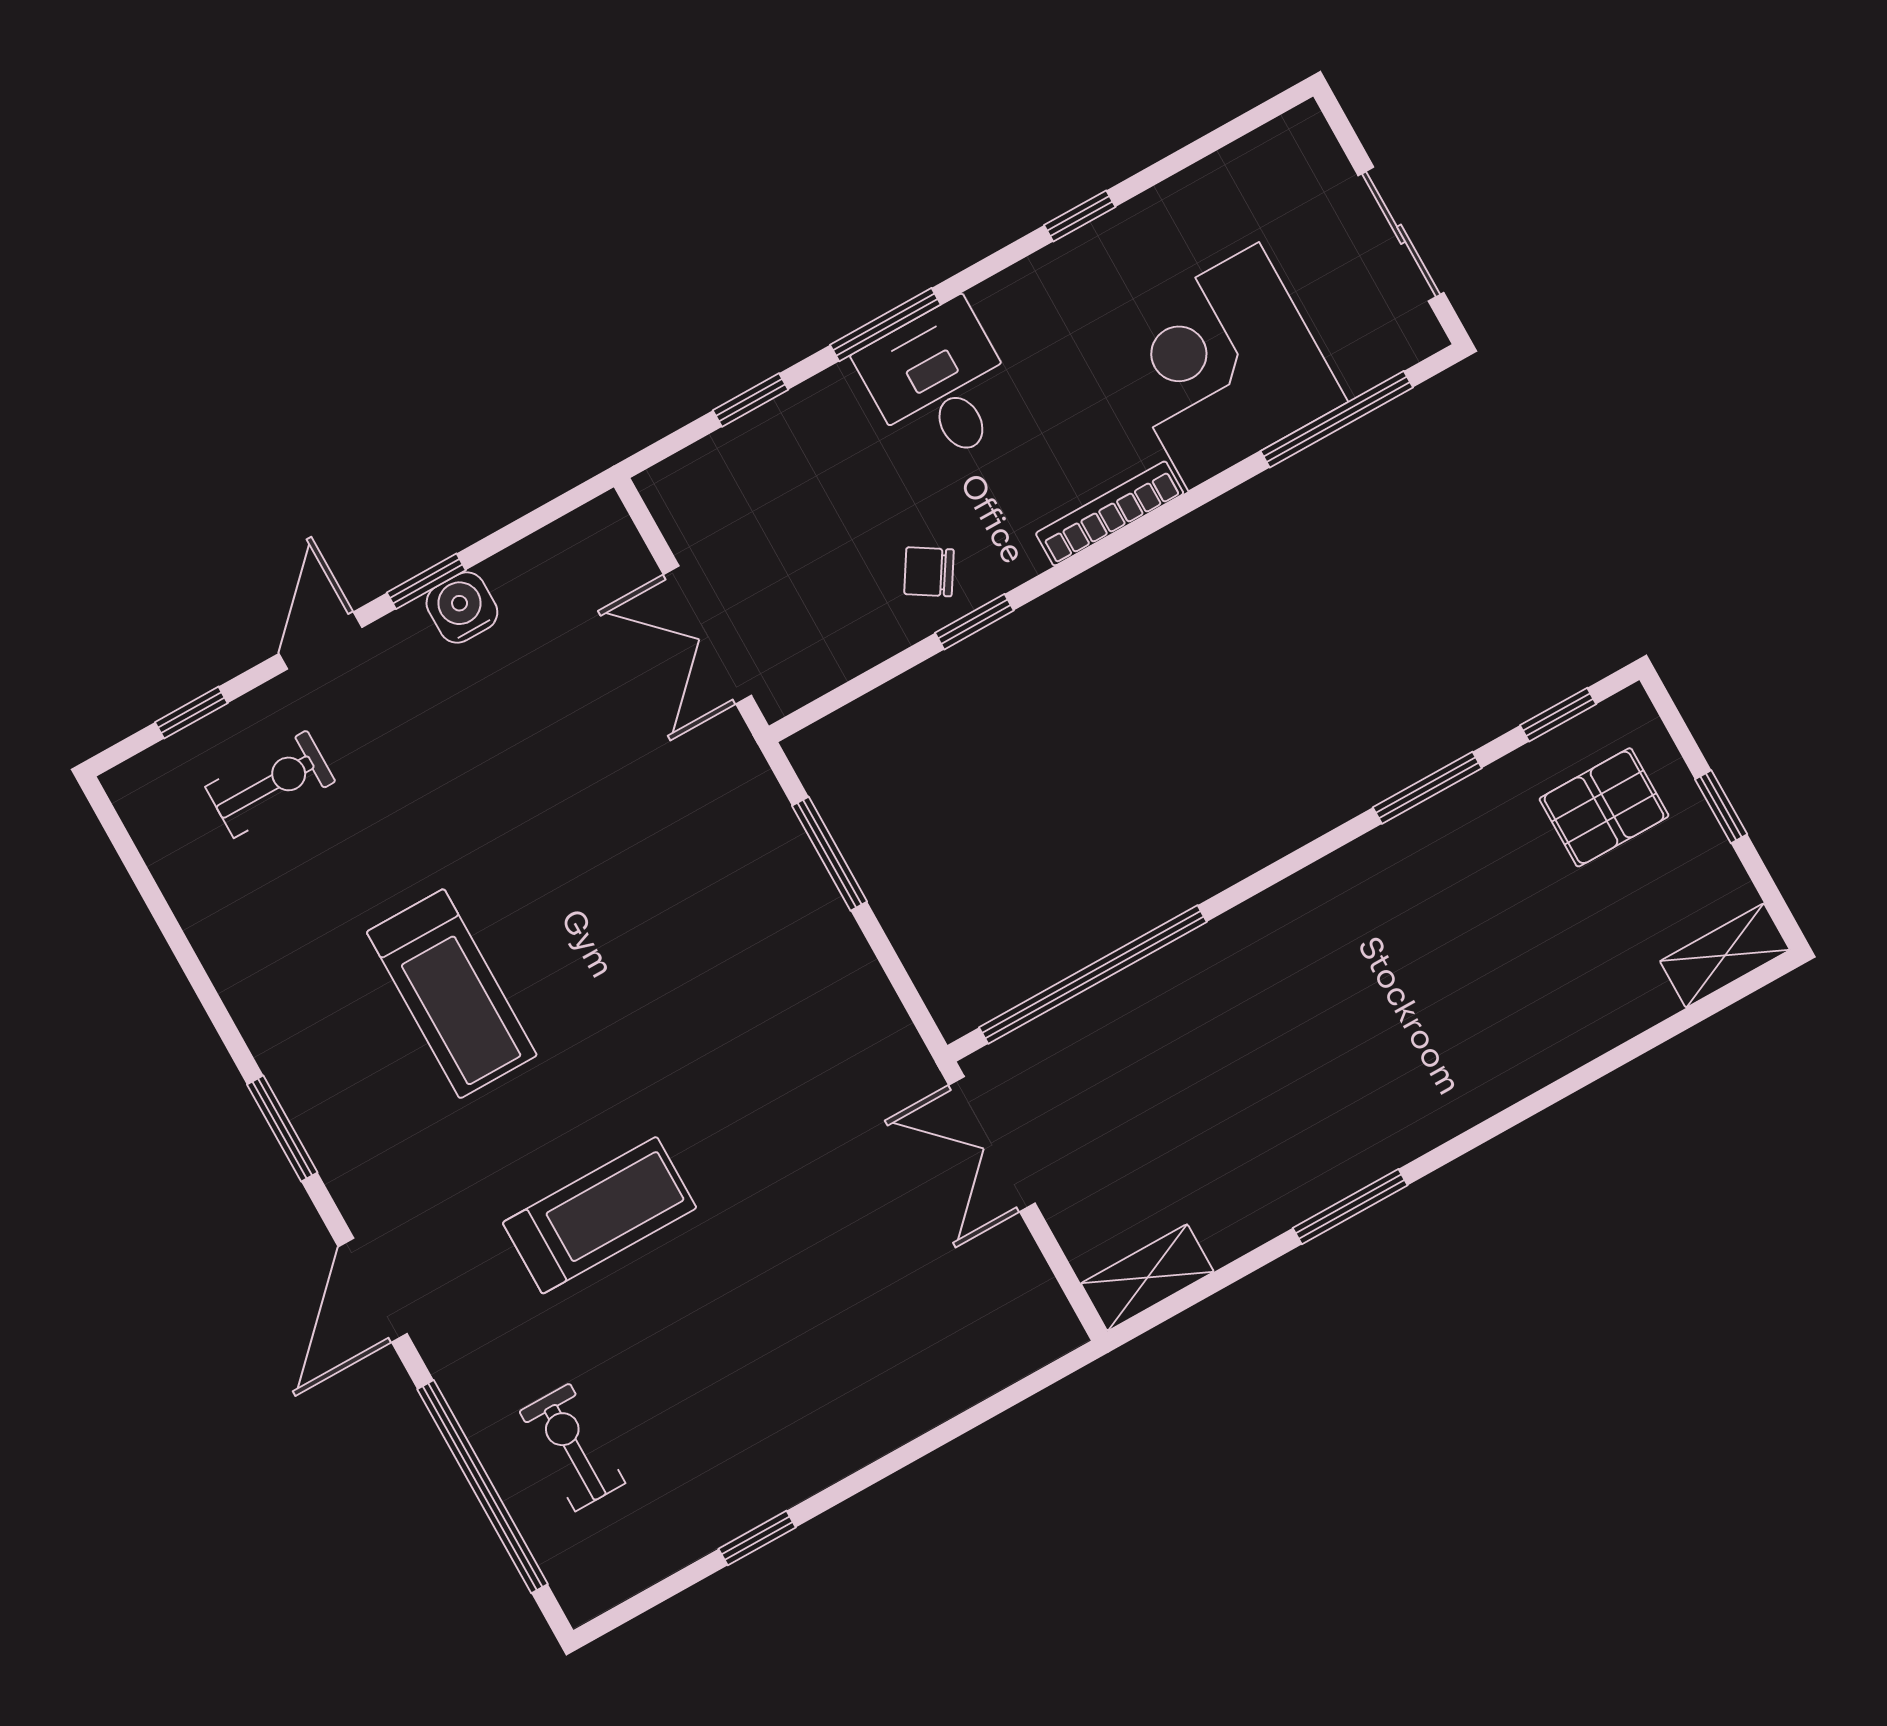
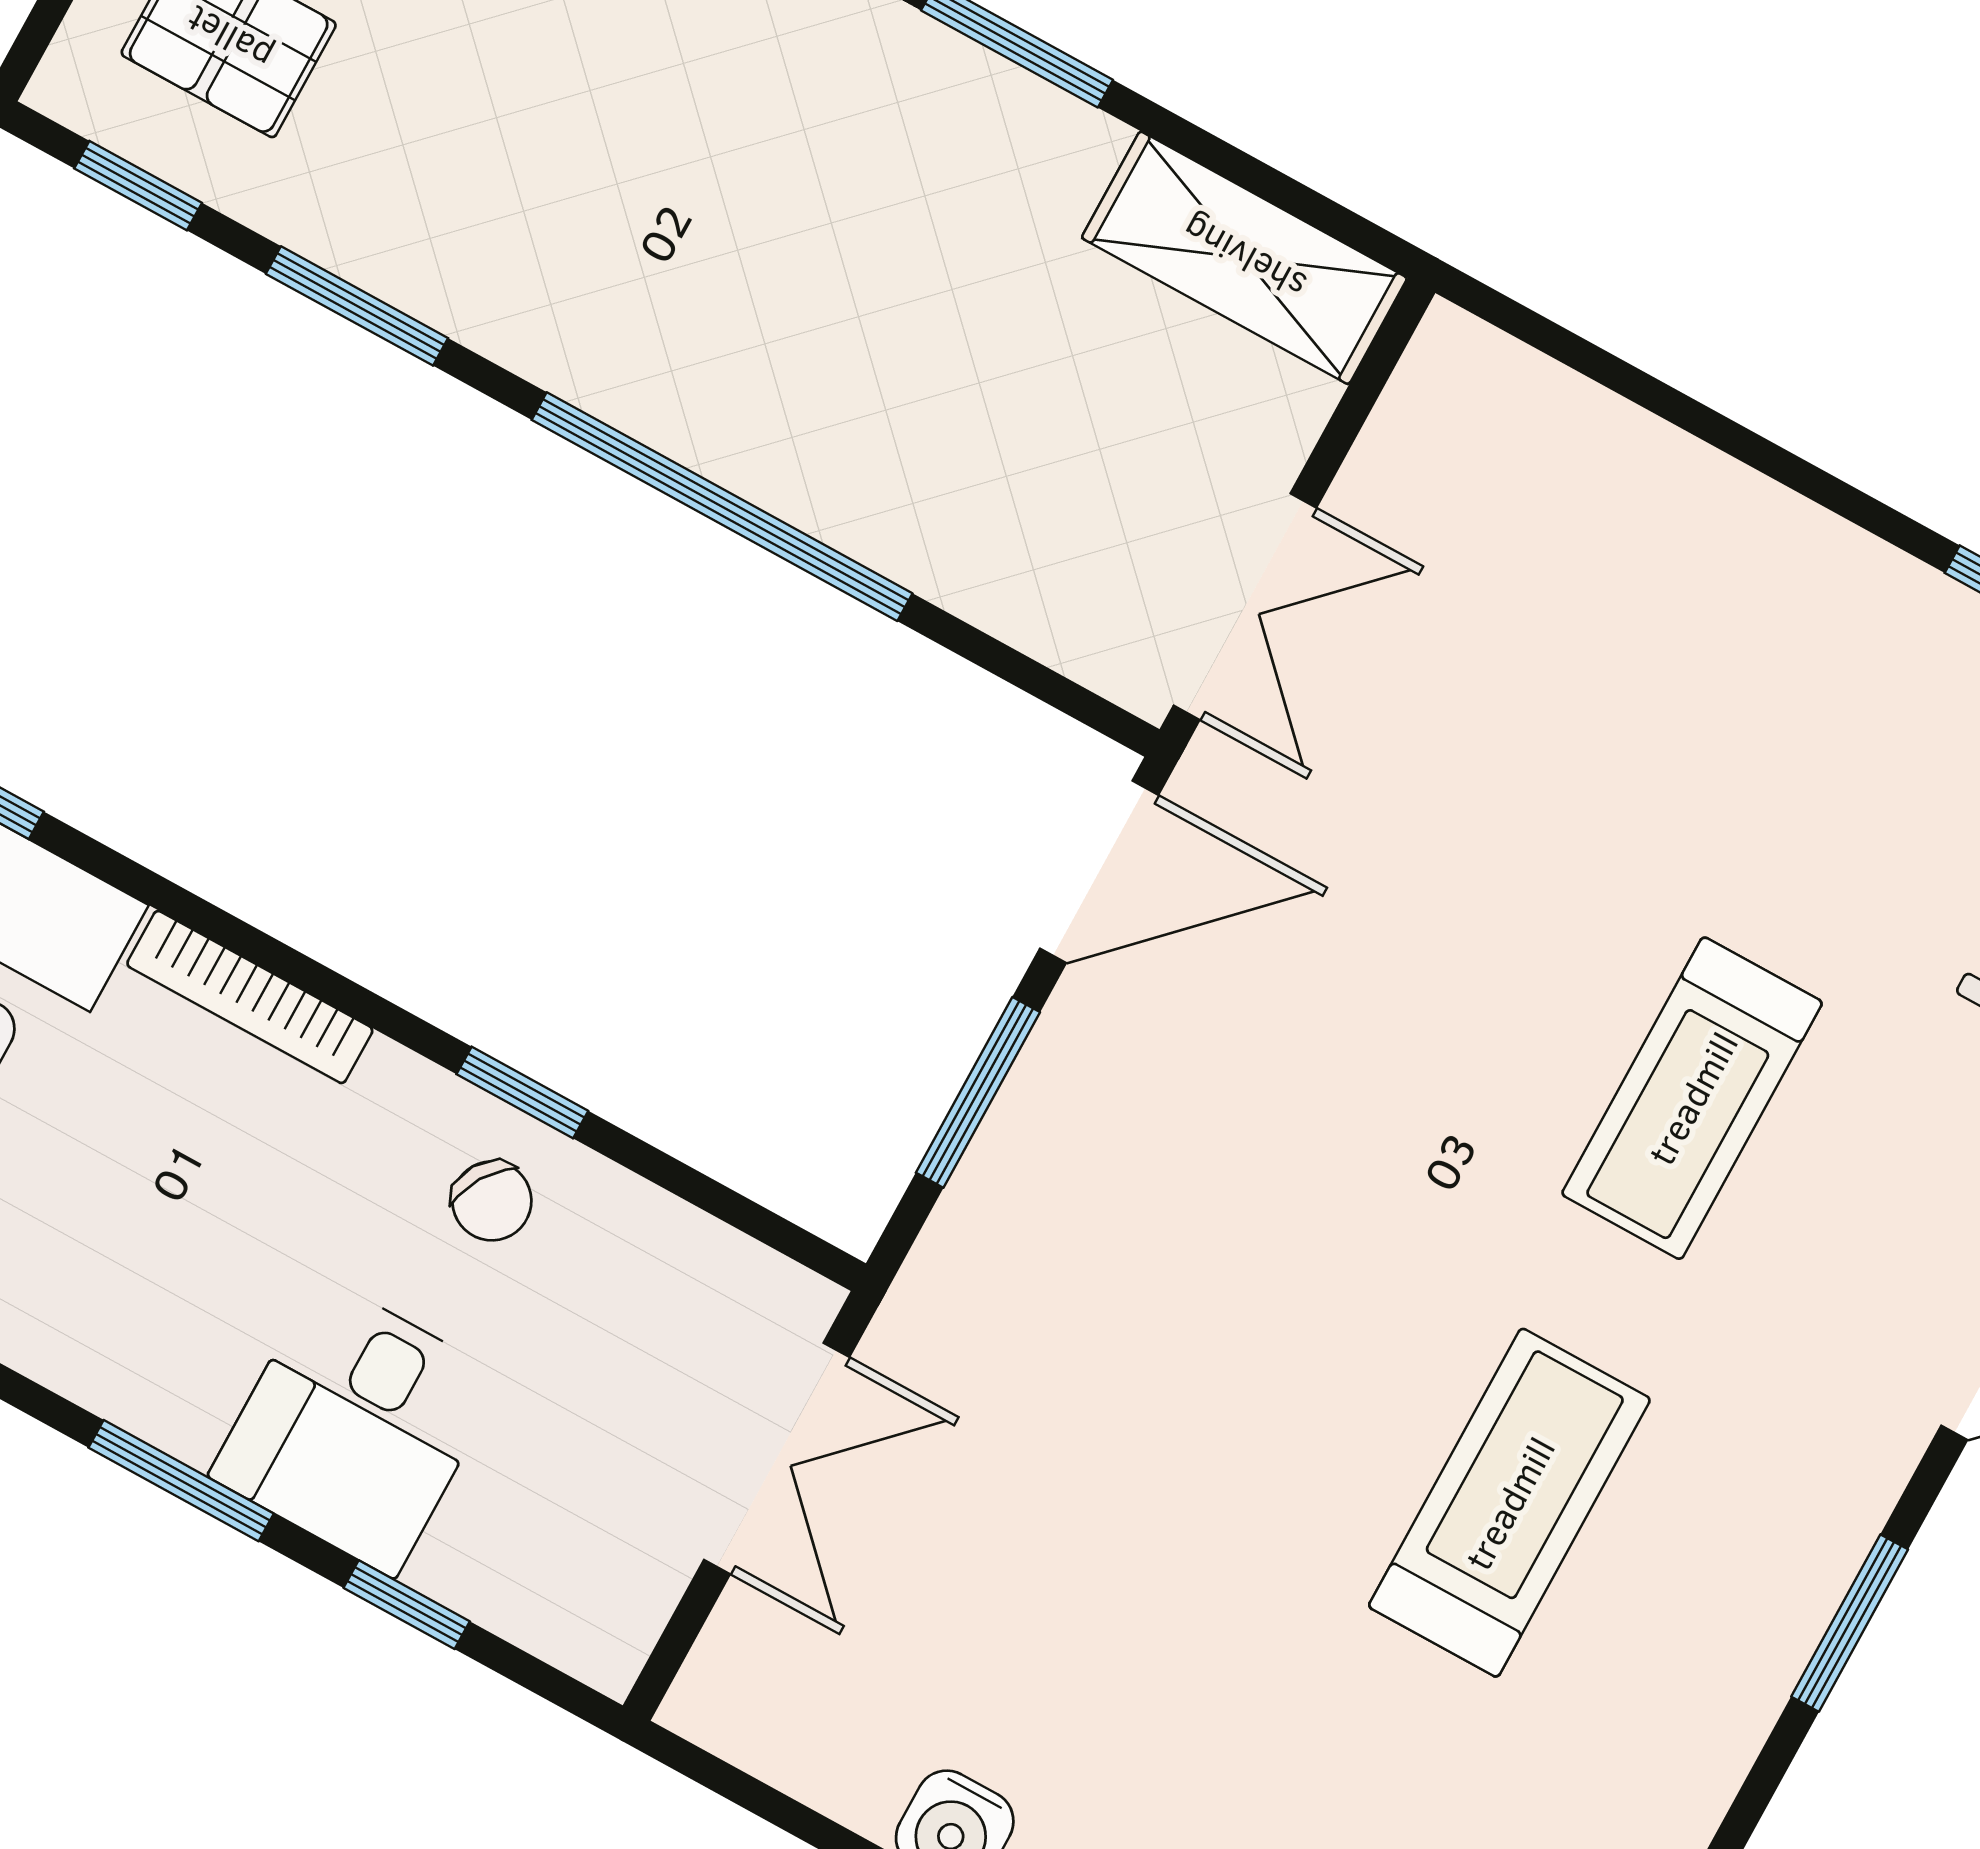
desk: (940, 385) -> (357, 1427), moved
window: (1093, 975) -> (722, 507), moved
door: (903, 986) -> (1099, 872), added
treadmill: (600, 1215) -> (1692, 1098), turned -90
shelving: (1147, 1278) -> (1244, 258), width x1.50, depth x1.33

